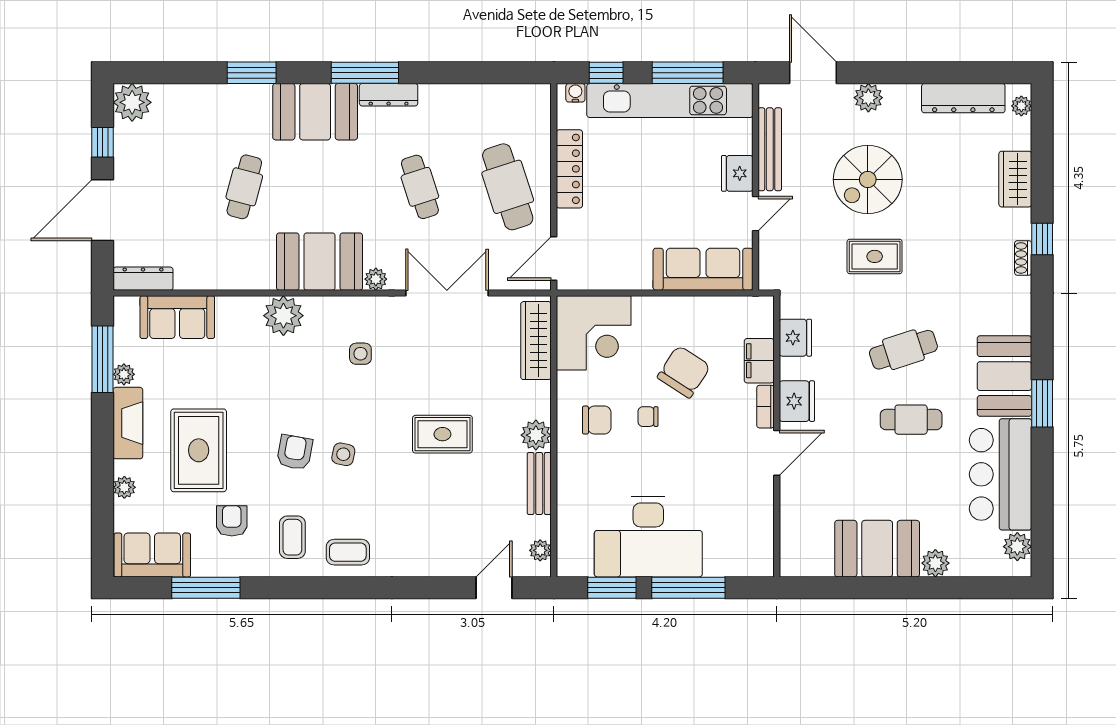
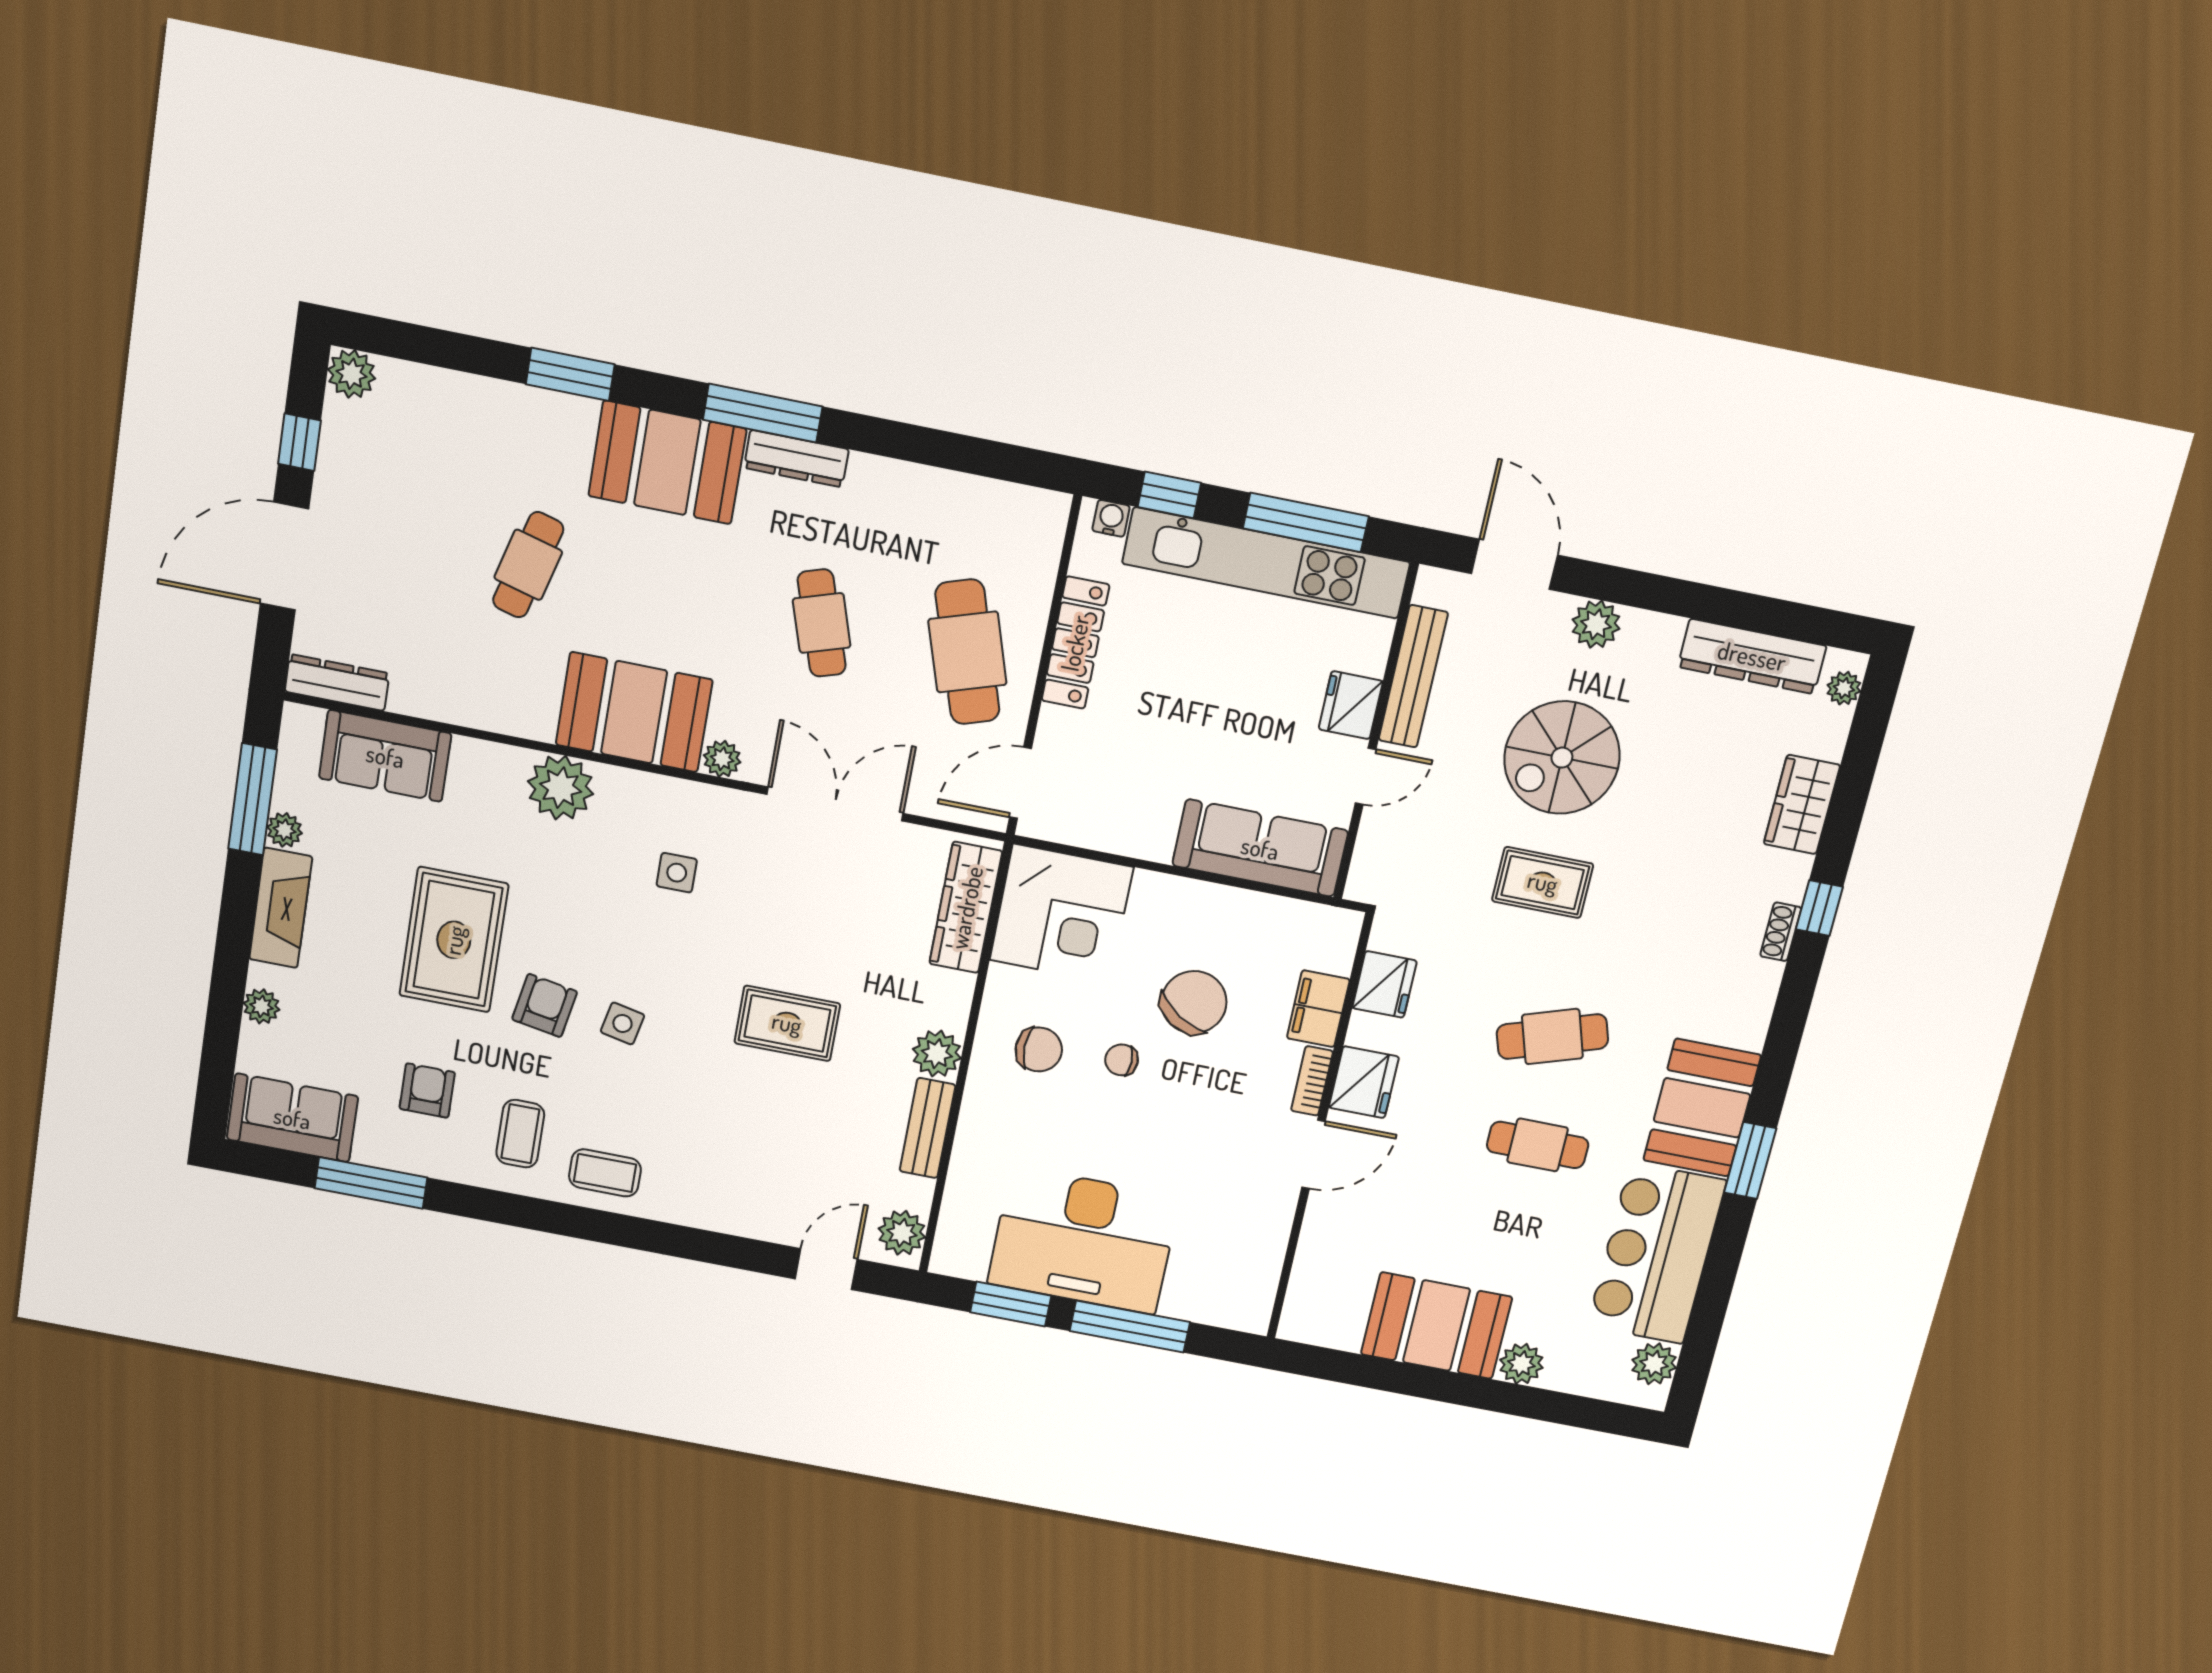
plant: (132, 102) -> (352, 374), width x0.73, depth x0.73
rug: (199, 450) -> (454, 940), moved
plant: (540, 550) -> (902, 1233), width x1.38, depth x1.38

